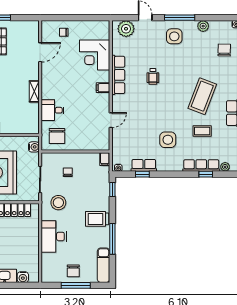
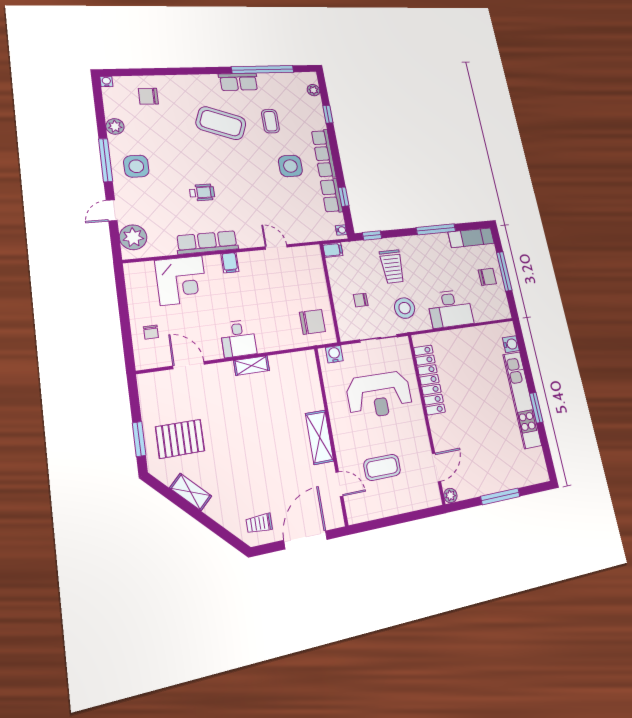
desk: (53, 110) -> (238, 339), moved
row of seats: (201, 165) -> (324, 154), moved
trolley: (97, 219) -> (392, 266), moved

